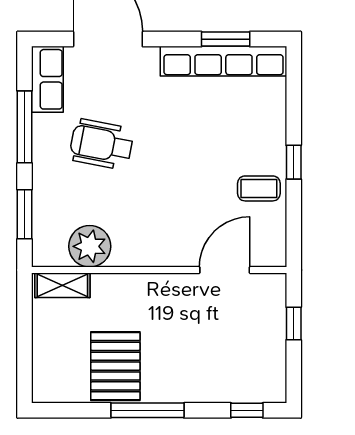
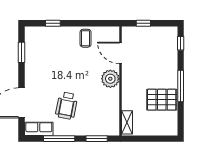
row of seats: (224, 61) -> (31, 53), removed
window: (294, 162) -> (53, 23), moved
plant: (90, 246) -> (110, 79), moved

